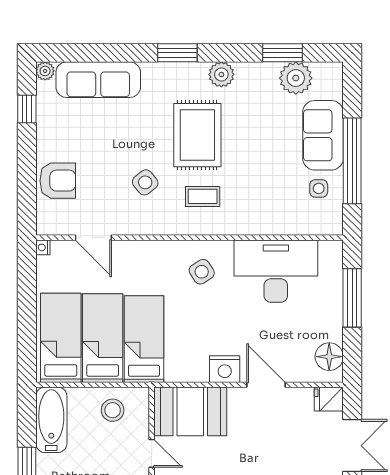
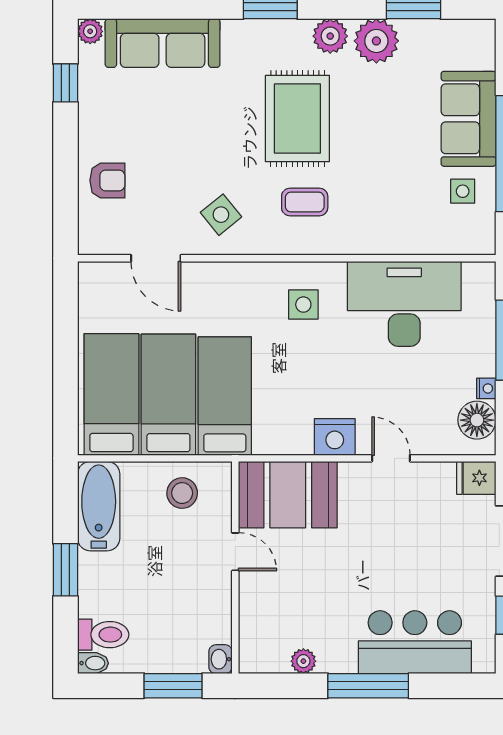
plant: (296, 78) -> (376, 41), moved
armchair: (58, 181) -> (107, 180), width x0.72, depth x0.72
side table: (145, 182) -> (221, 215), moved
nightstand: (43, 247) -> (486, 388), moved, turned 180
side table: (202, 272) -> (303, 305), turned 33
door: (266, 385) -> (391, 458), width x0.73

